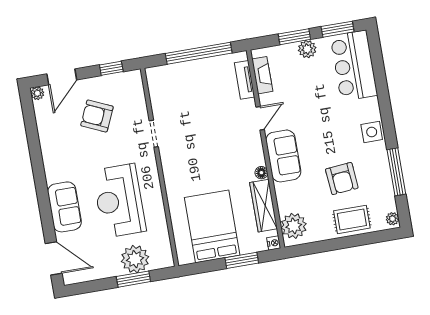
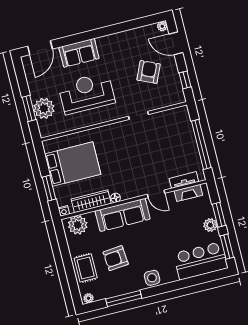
sofa: (283, 156) -> (123, 215), width x1.36

